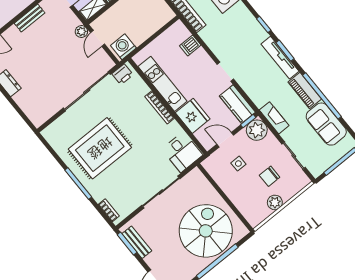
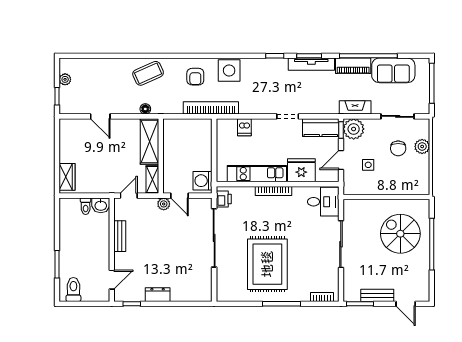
plant: (275, 202) -> (422, 146), moved
spiral stairs: (206, 231) -> (400, 234), width x0.73, depth x0.73
bench: (137, 242) -> (377, 295), moved

